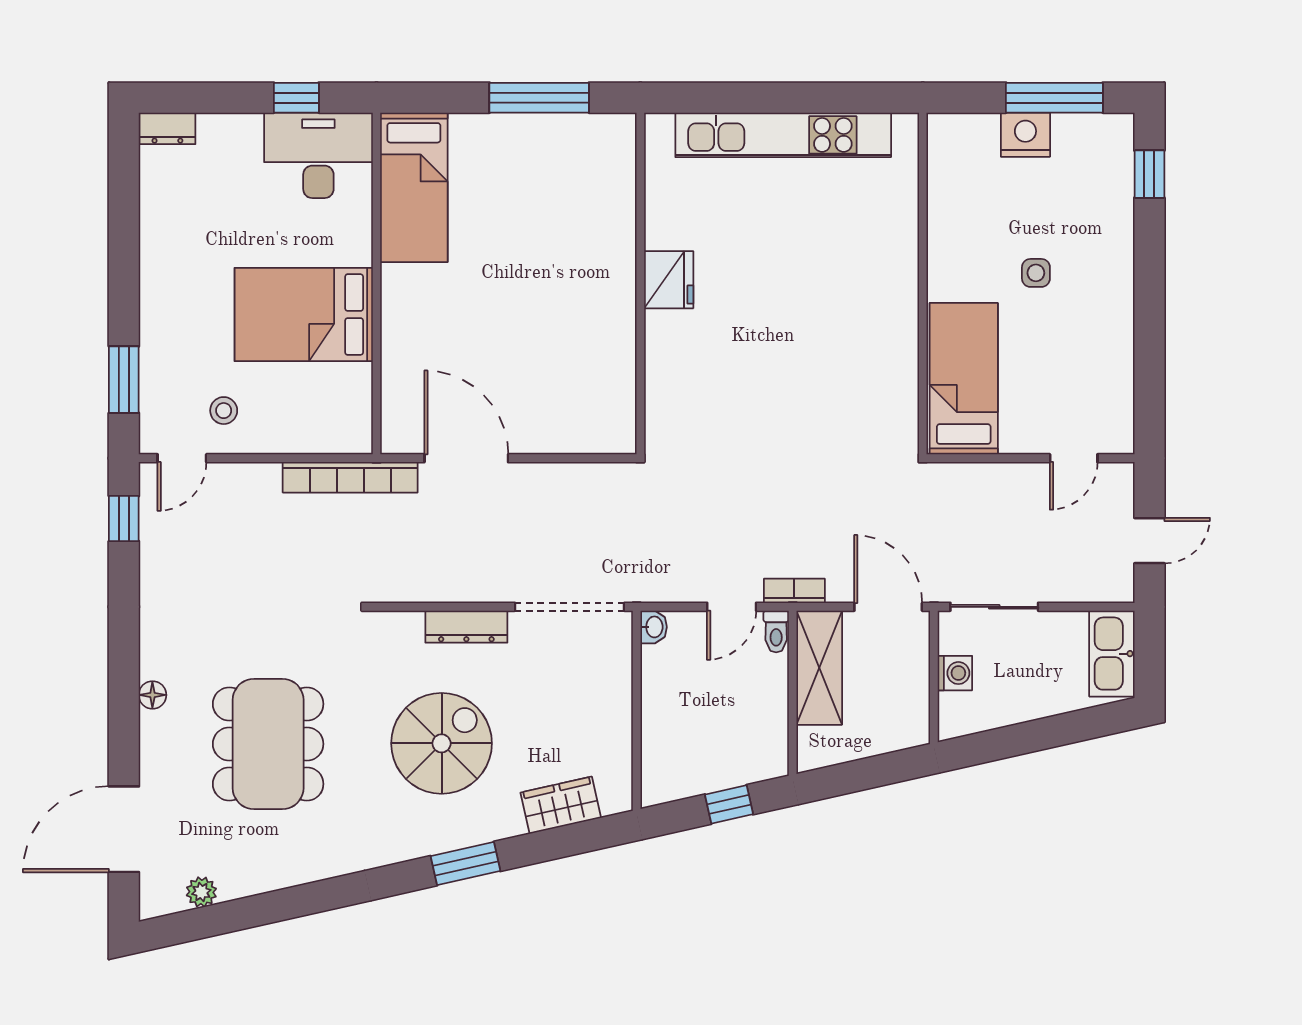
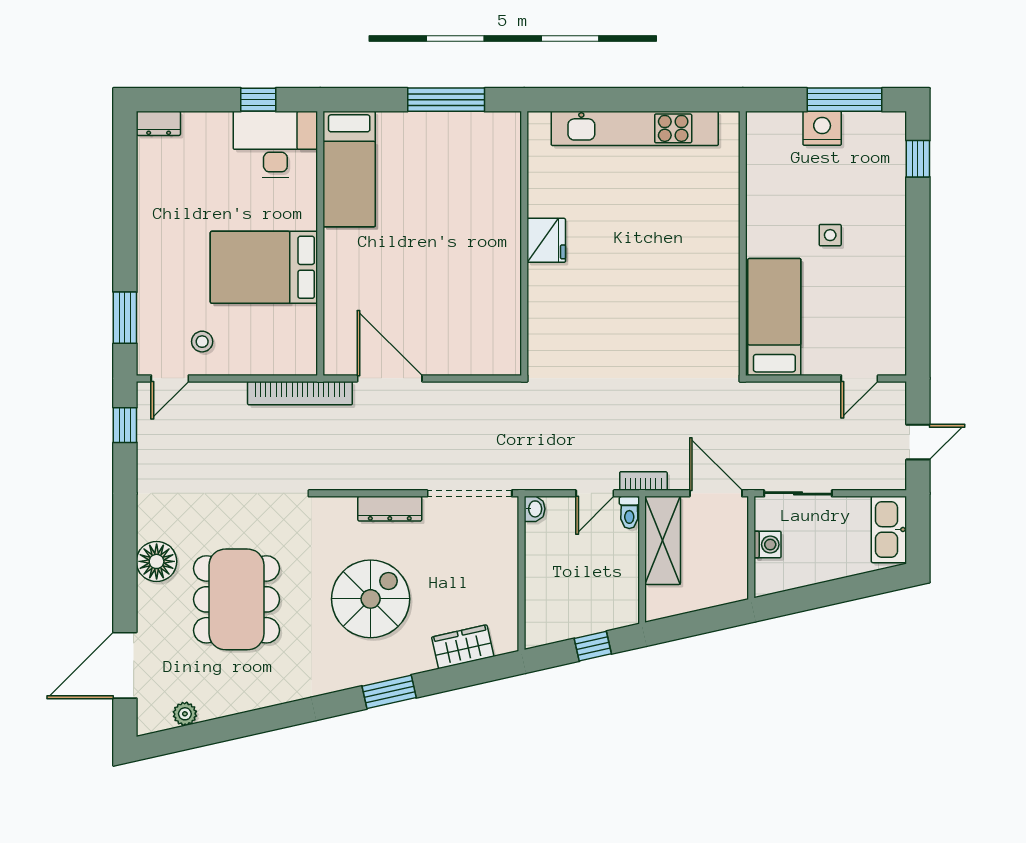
floor lamp: (152, 695) -> (157, 561), width x1.89, depth x1.89

